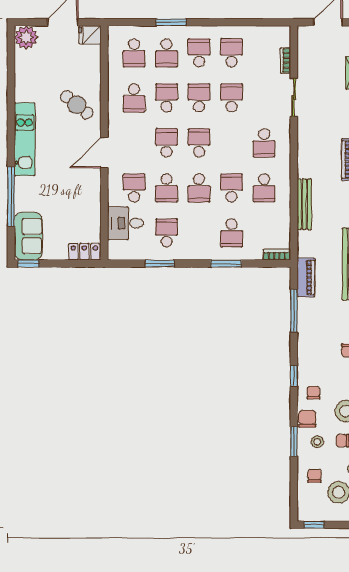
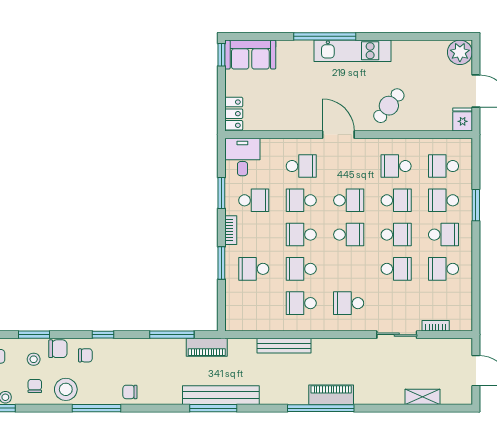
school desk: (232, 53) -> (444, 269), turned 180
school desk: (232, 188) -> (301, 269), turned 180
window: (11, 196) -> (325, 36), moved
desk: (125, 223) -> (242, 157), moved
bookcase: (277, 255) -> (231, 230), moved

